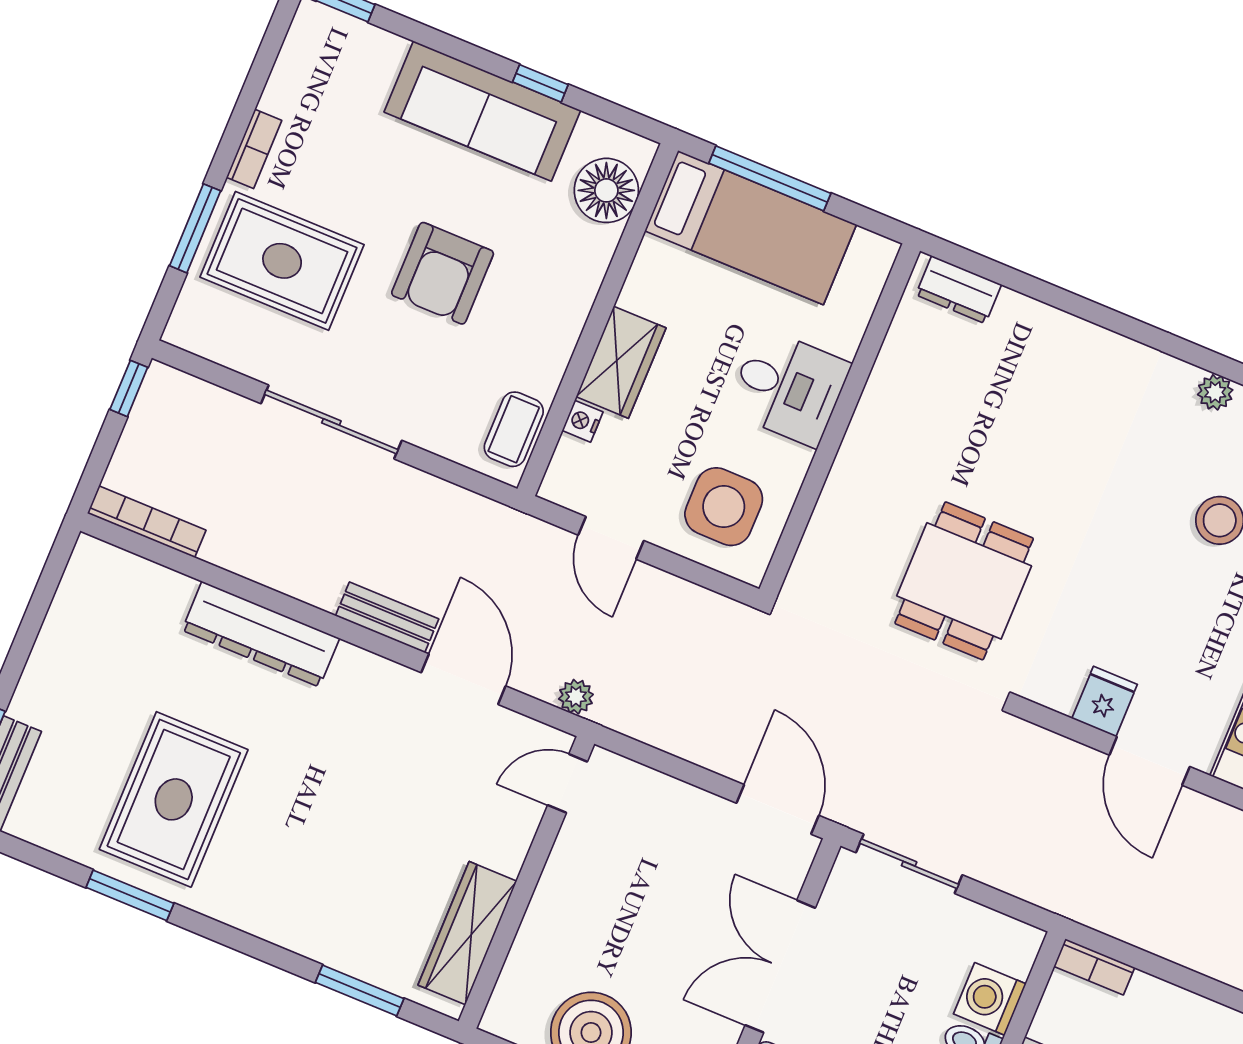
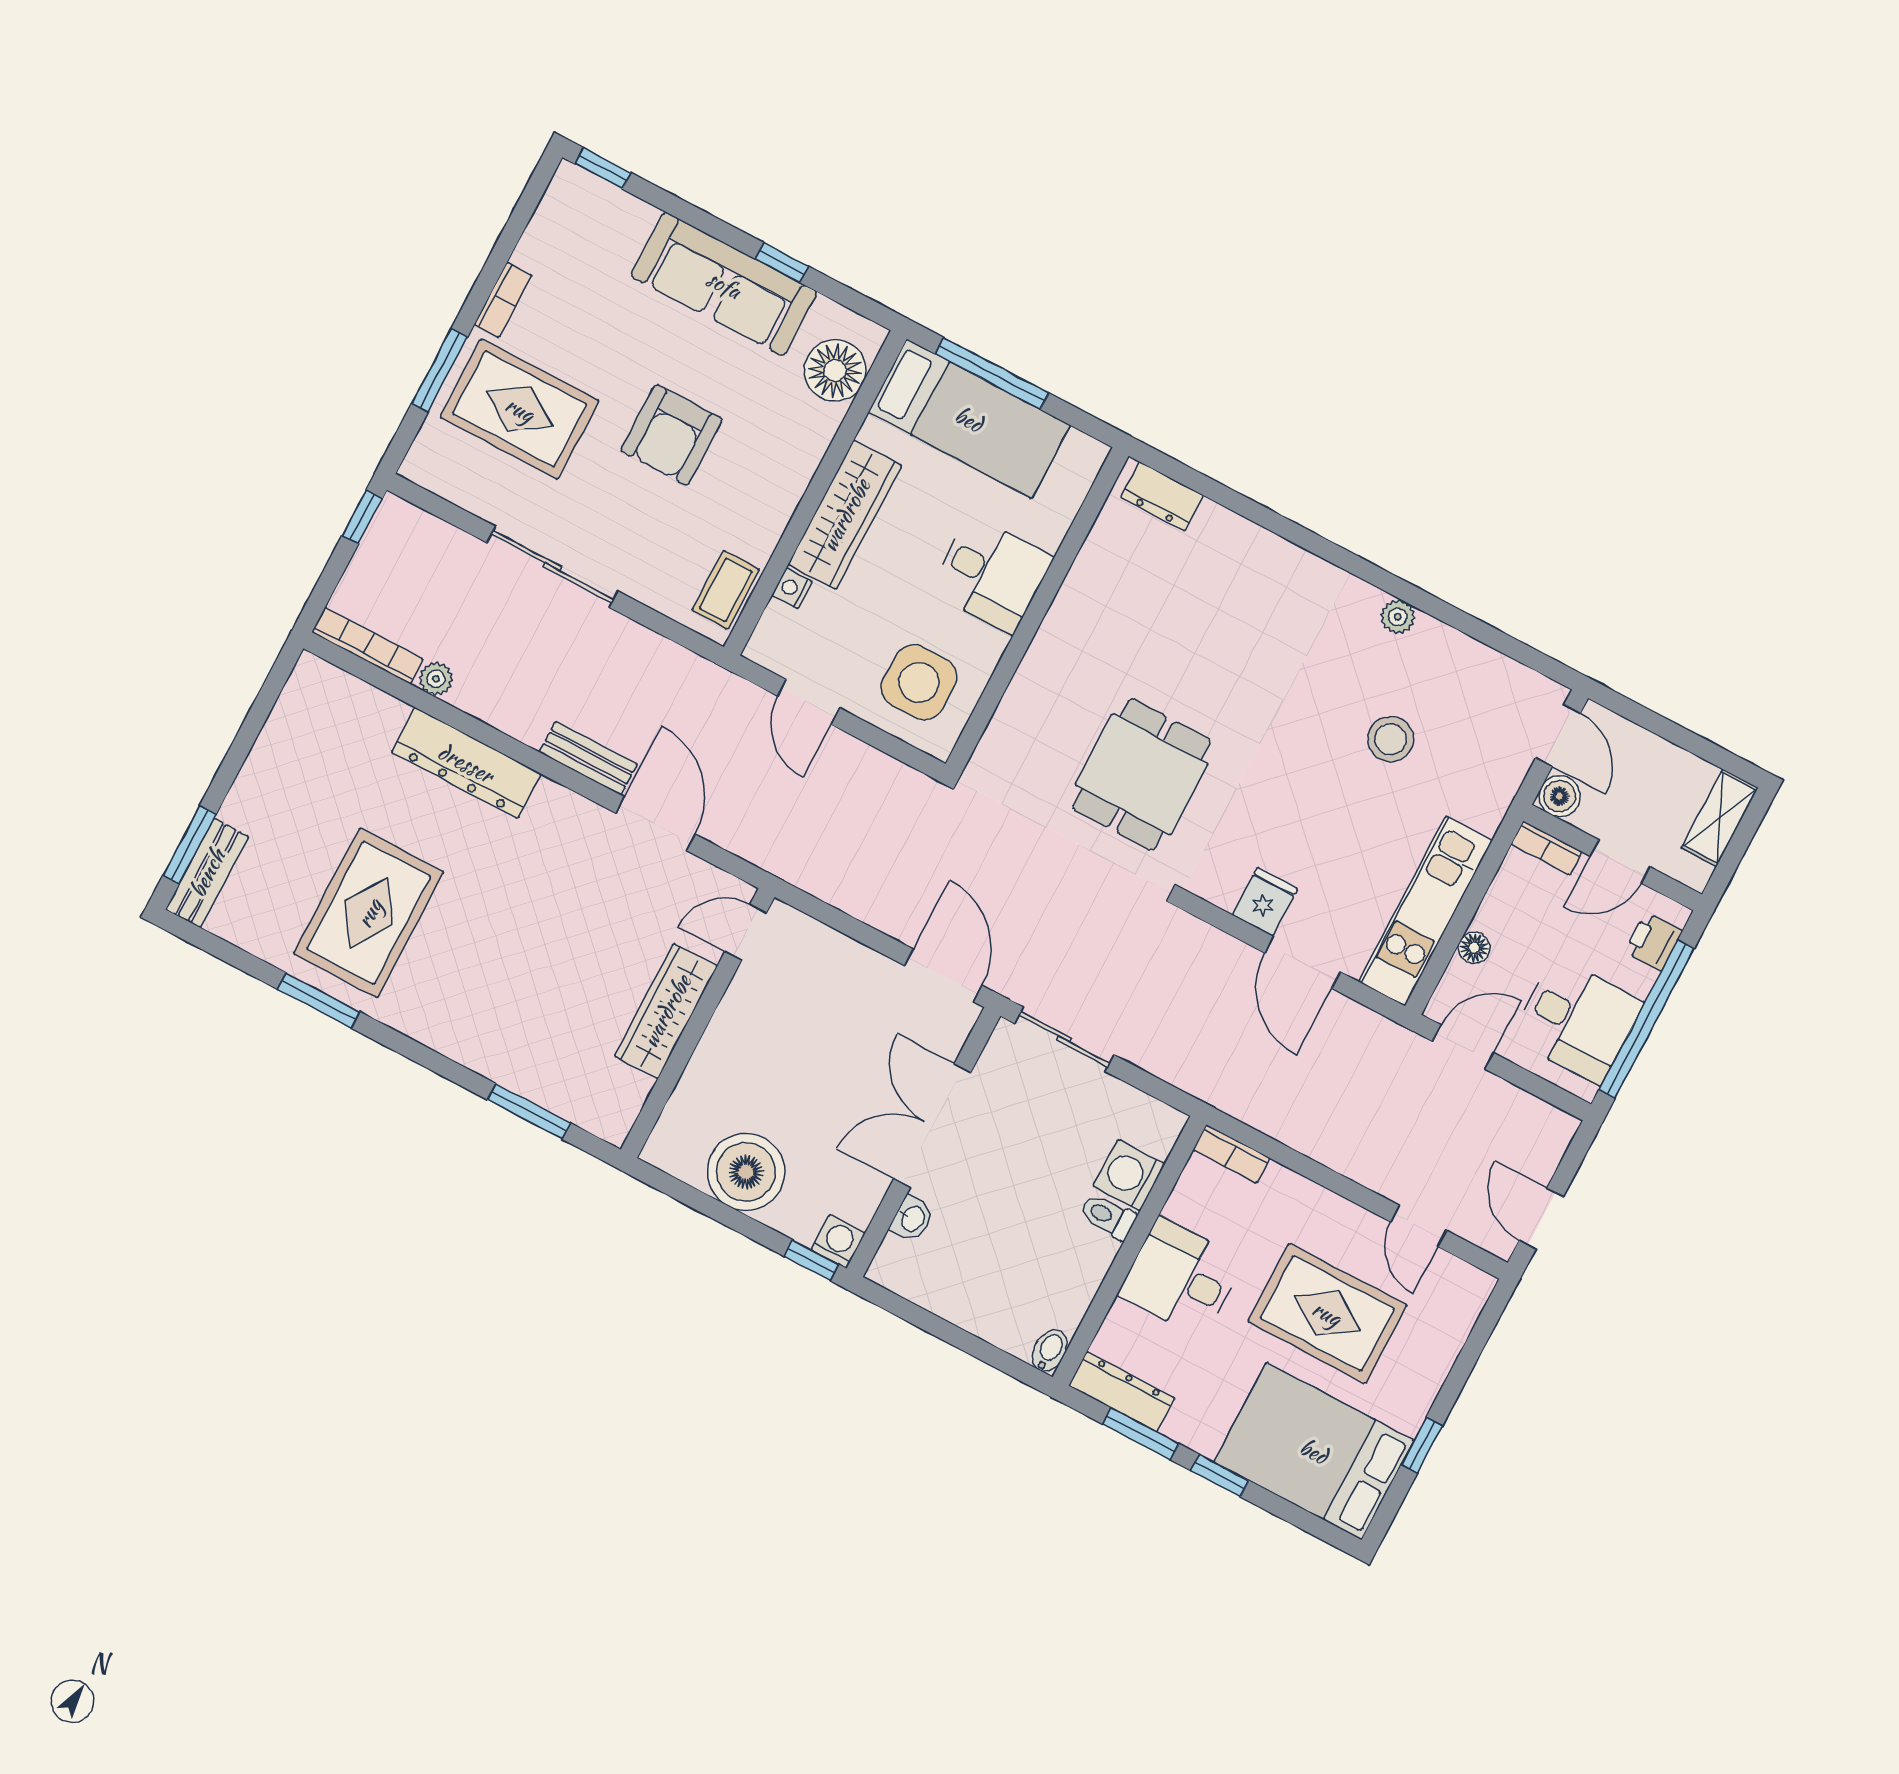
wardrobe: (621, 362) -> (845, 515), width x1.50
plant: (576, 697) -> (436, 679), moved
wardrobe: (467, 933) -> (666, 1011), moved

